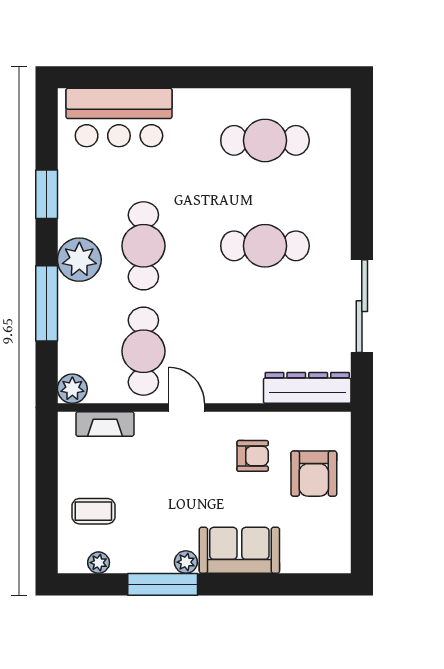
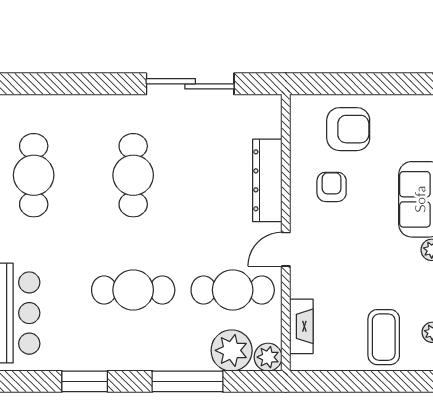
plant: (79, 260) -> (232, 350), moved
dresser: (307, 388) -> (267, 180), moved
coffee table: (93, 511) -> (384, 337), width x1.36, depth x1.30

